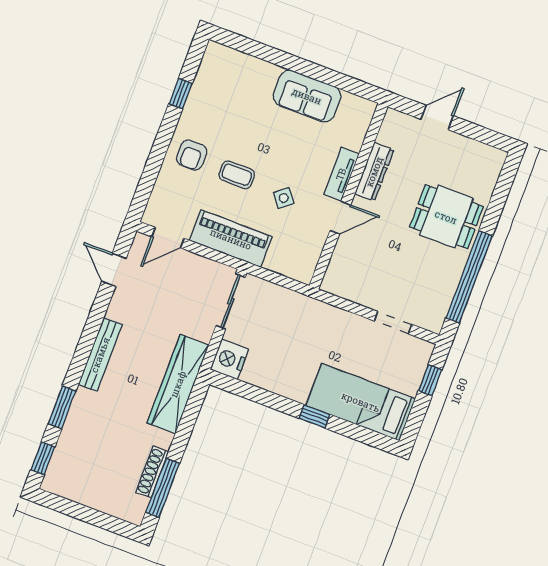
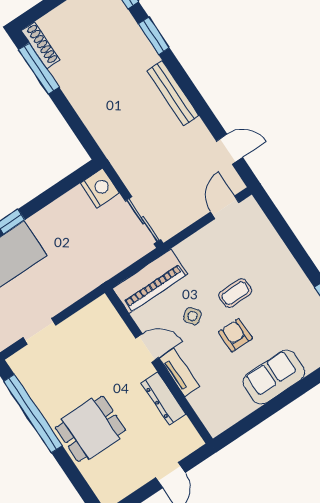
sofa: (307, 96) -> (274, 377), moved
armchair: (192, 155) -> (235, 335), moved
door: (340, 218) -> (147, 348), swing flipped
piano: (231, 239) -> (150, 281), moved
wardrobe: (178, 384) -> (109, 136), removed
shoe rack: (152, 472) -> (40, 45), moved

